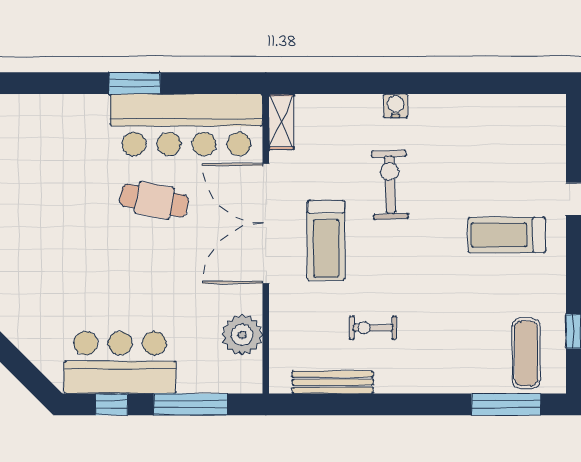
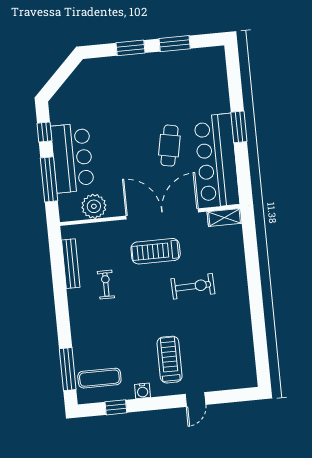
water cooler: (396, 106) -> (143, 391), moved, turned 90
bar counter: (120, 362) -> (72, 158), moved

